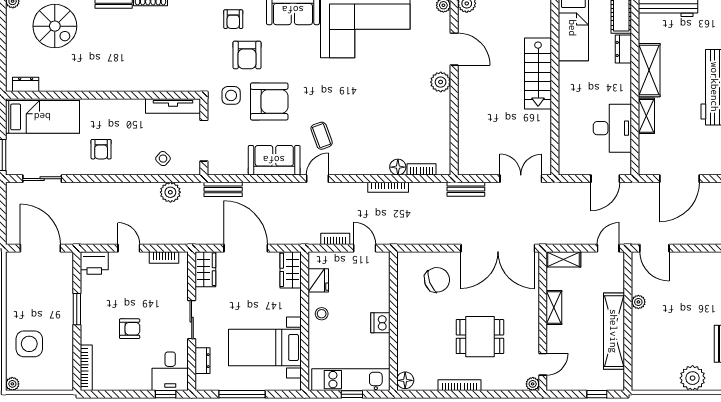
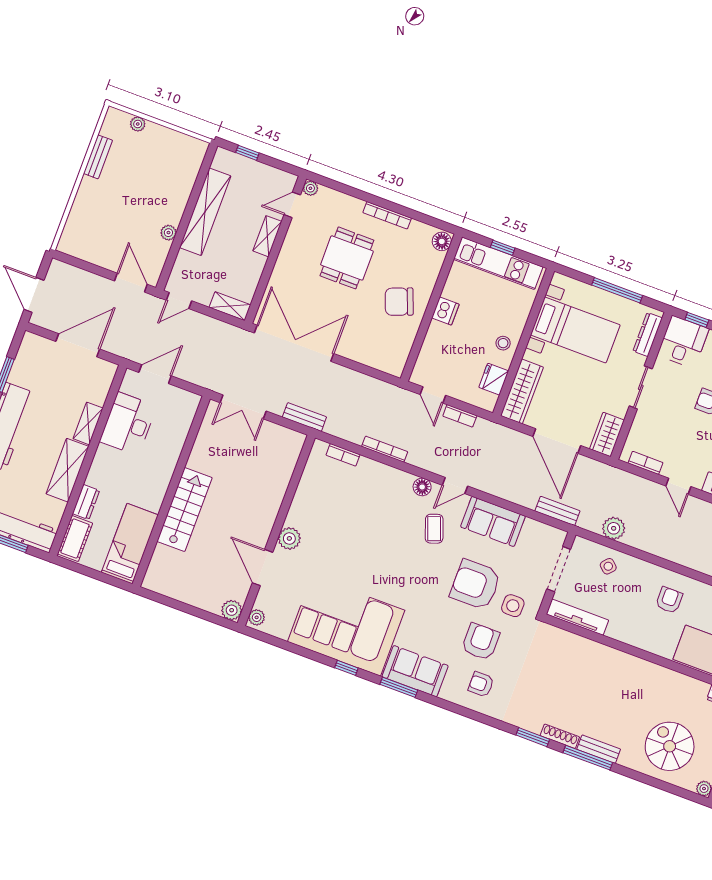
armchair: (233, 19) -> (481, 684), turned -90
floor lamp: (398, 167) -> (422, 487), moved
wardrobe: (291, 270) -> (522, 391), width x1.50
chair: (437, 280) -> (399, 302), moved
shelving: (554, 308) -> (267, 236), moved
dining table: (480, 337) -> (347, 258), turned 90
dresser: (202, 361) -> (648, 335), width x1.44
plant: (693, 378) -> (138, 124), width x0.53, depth x0.53

